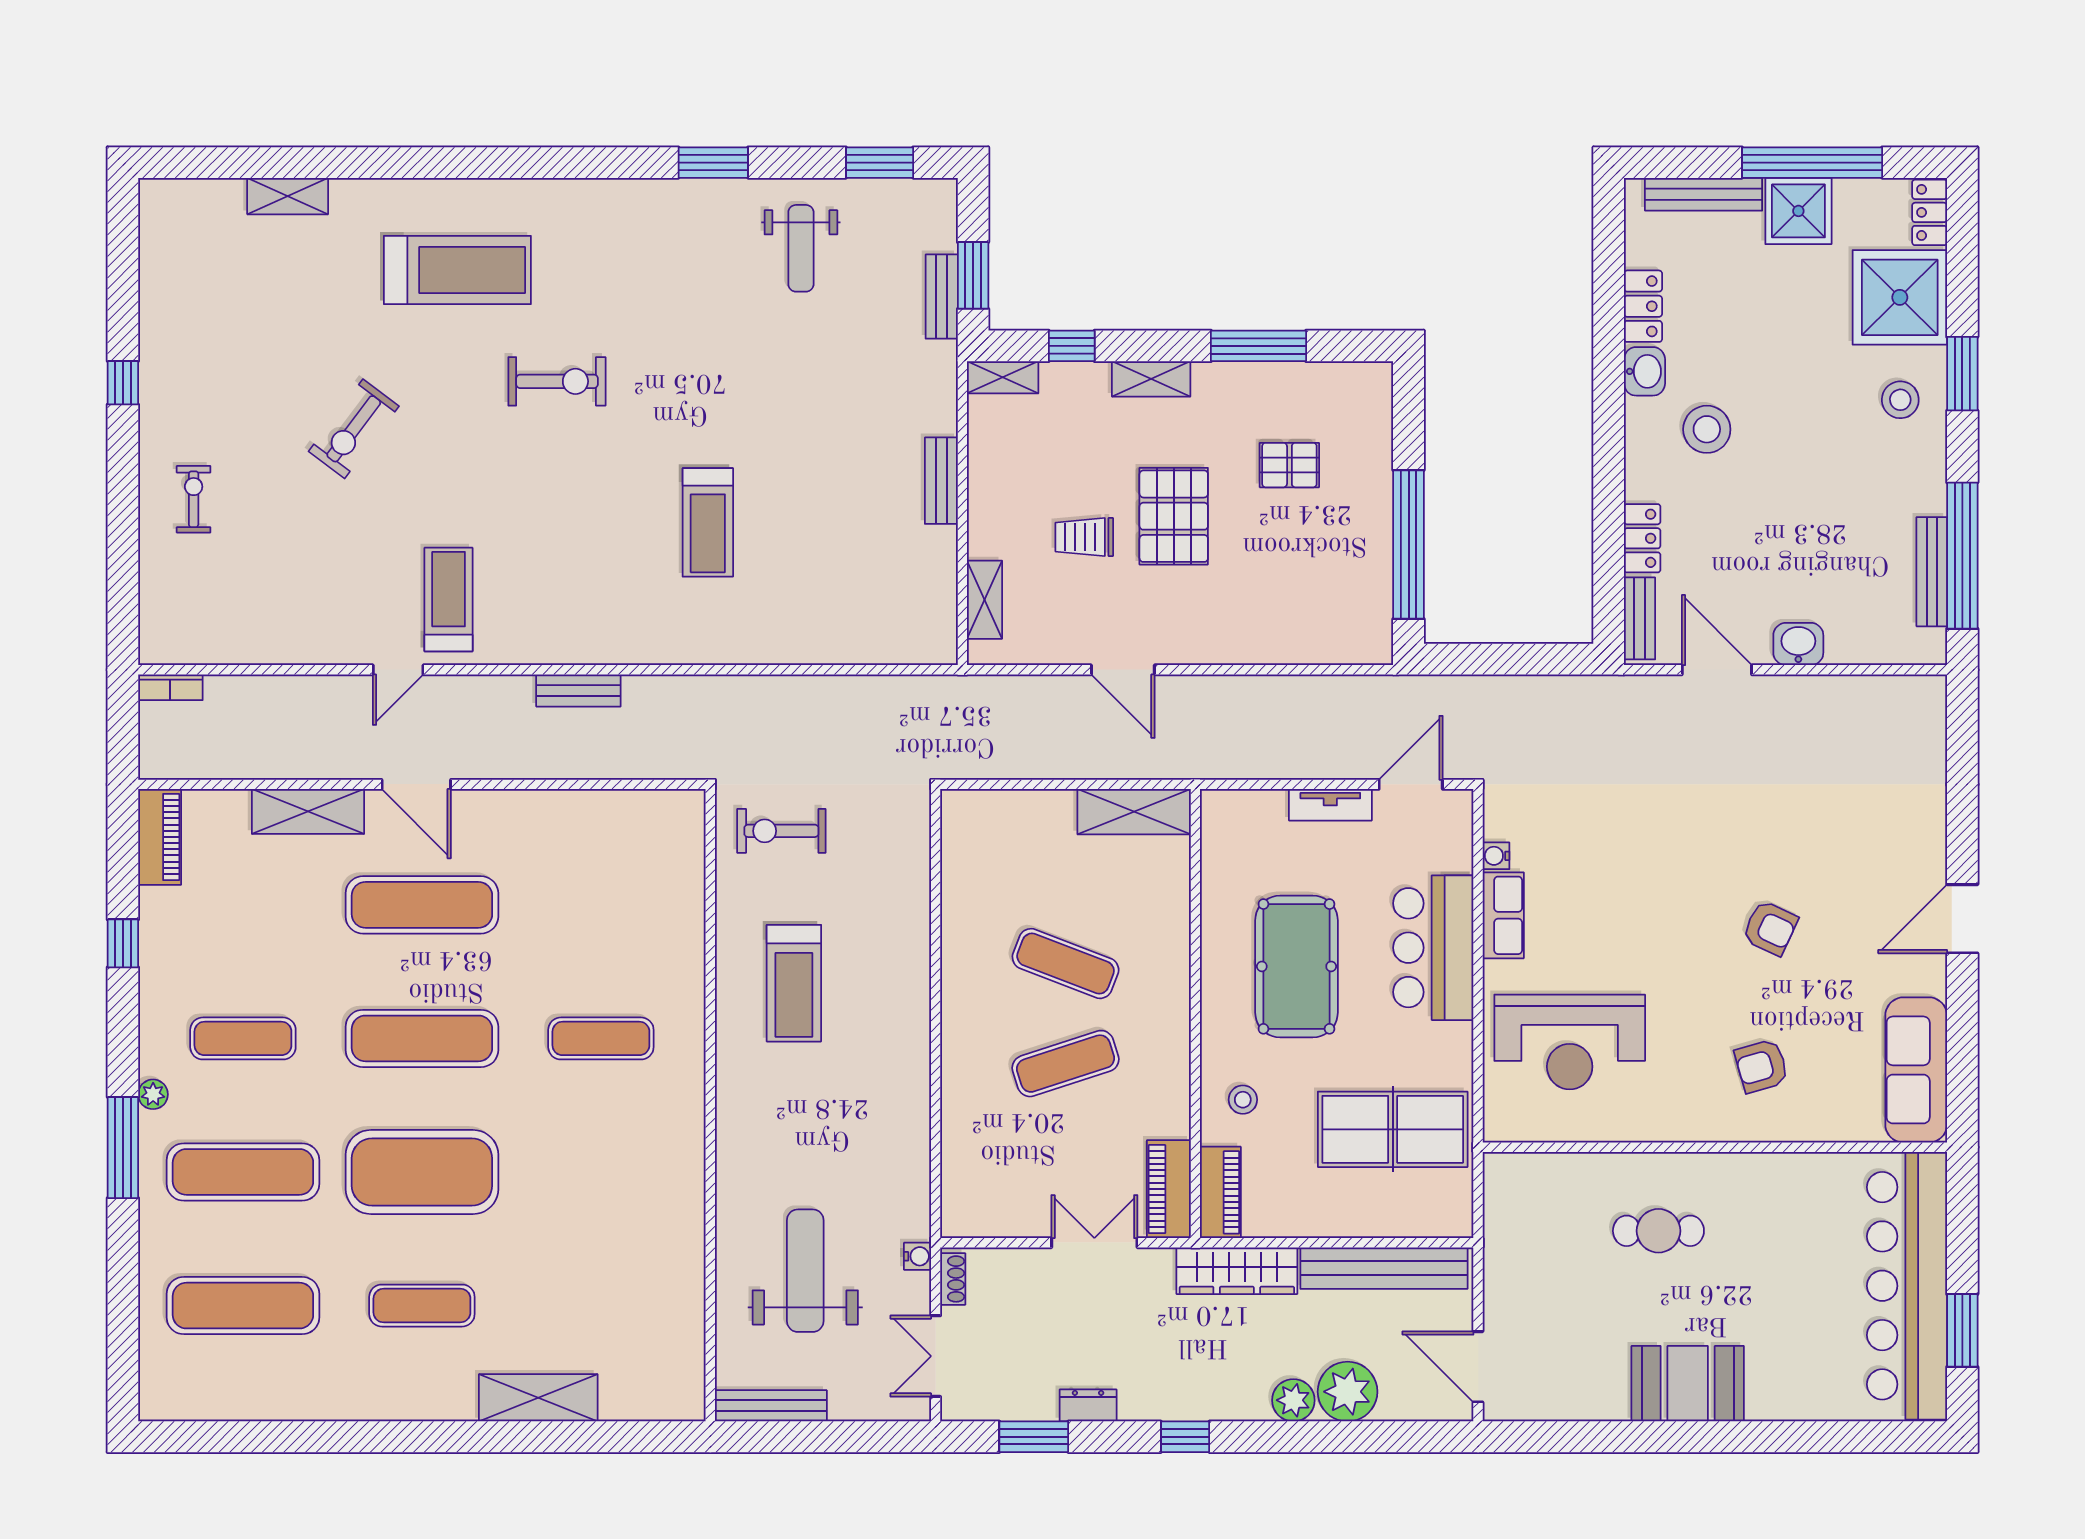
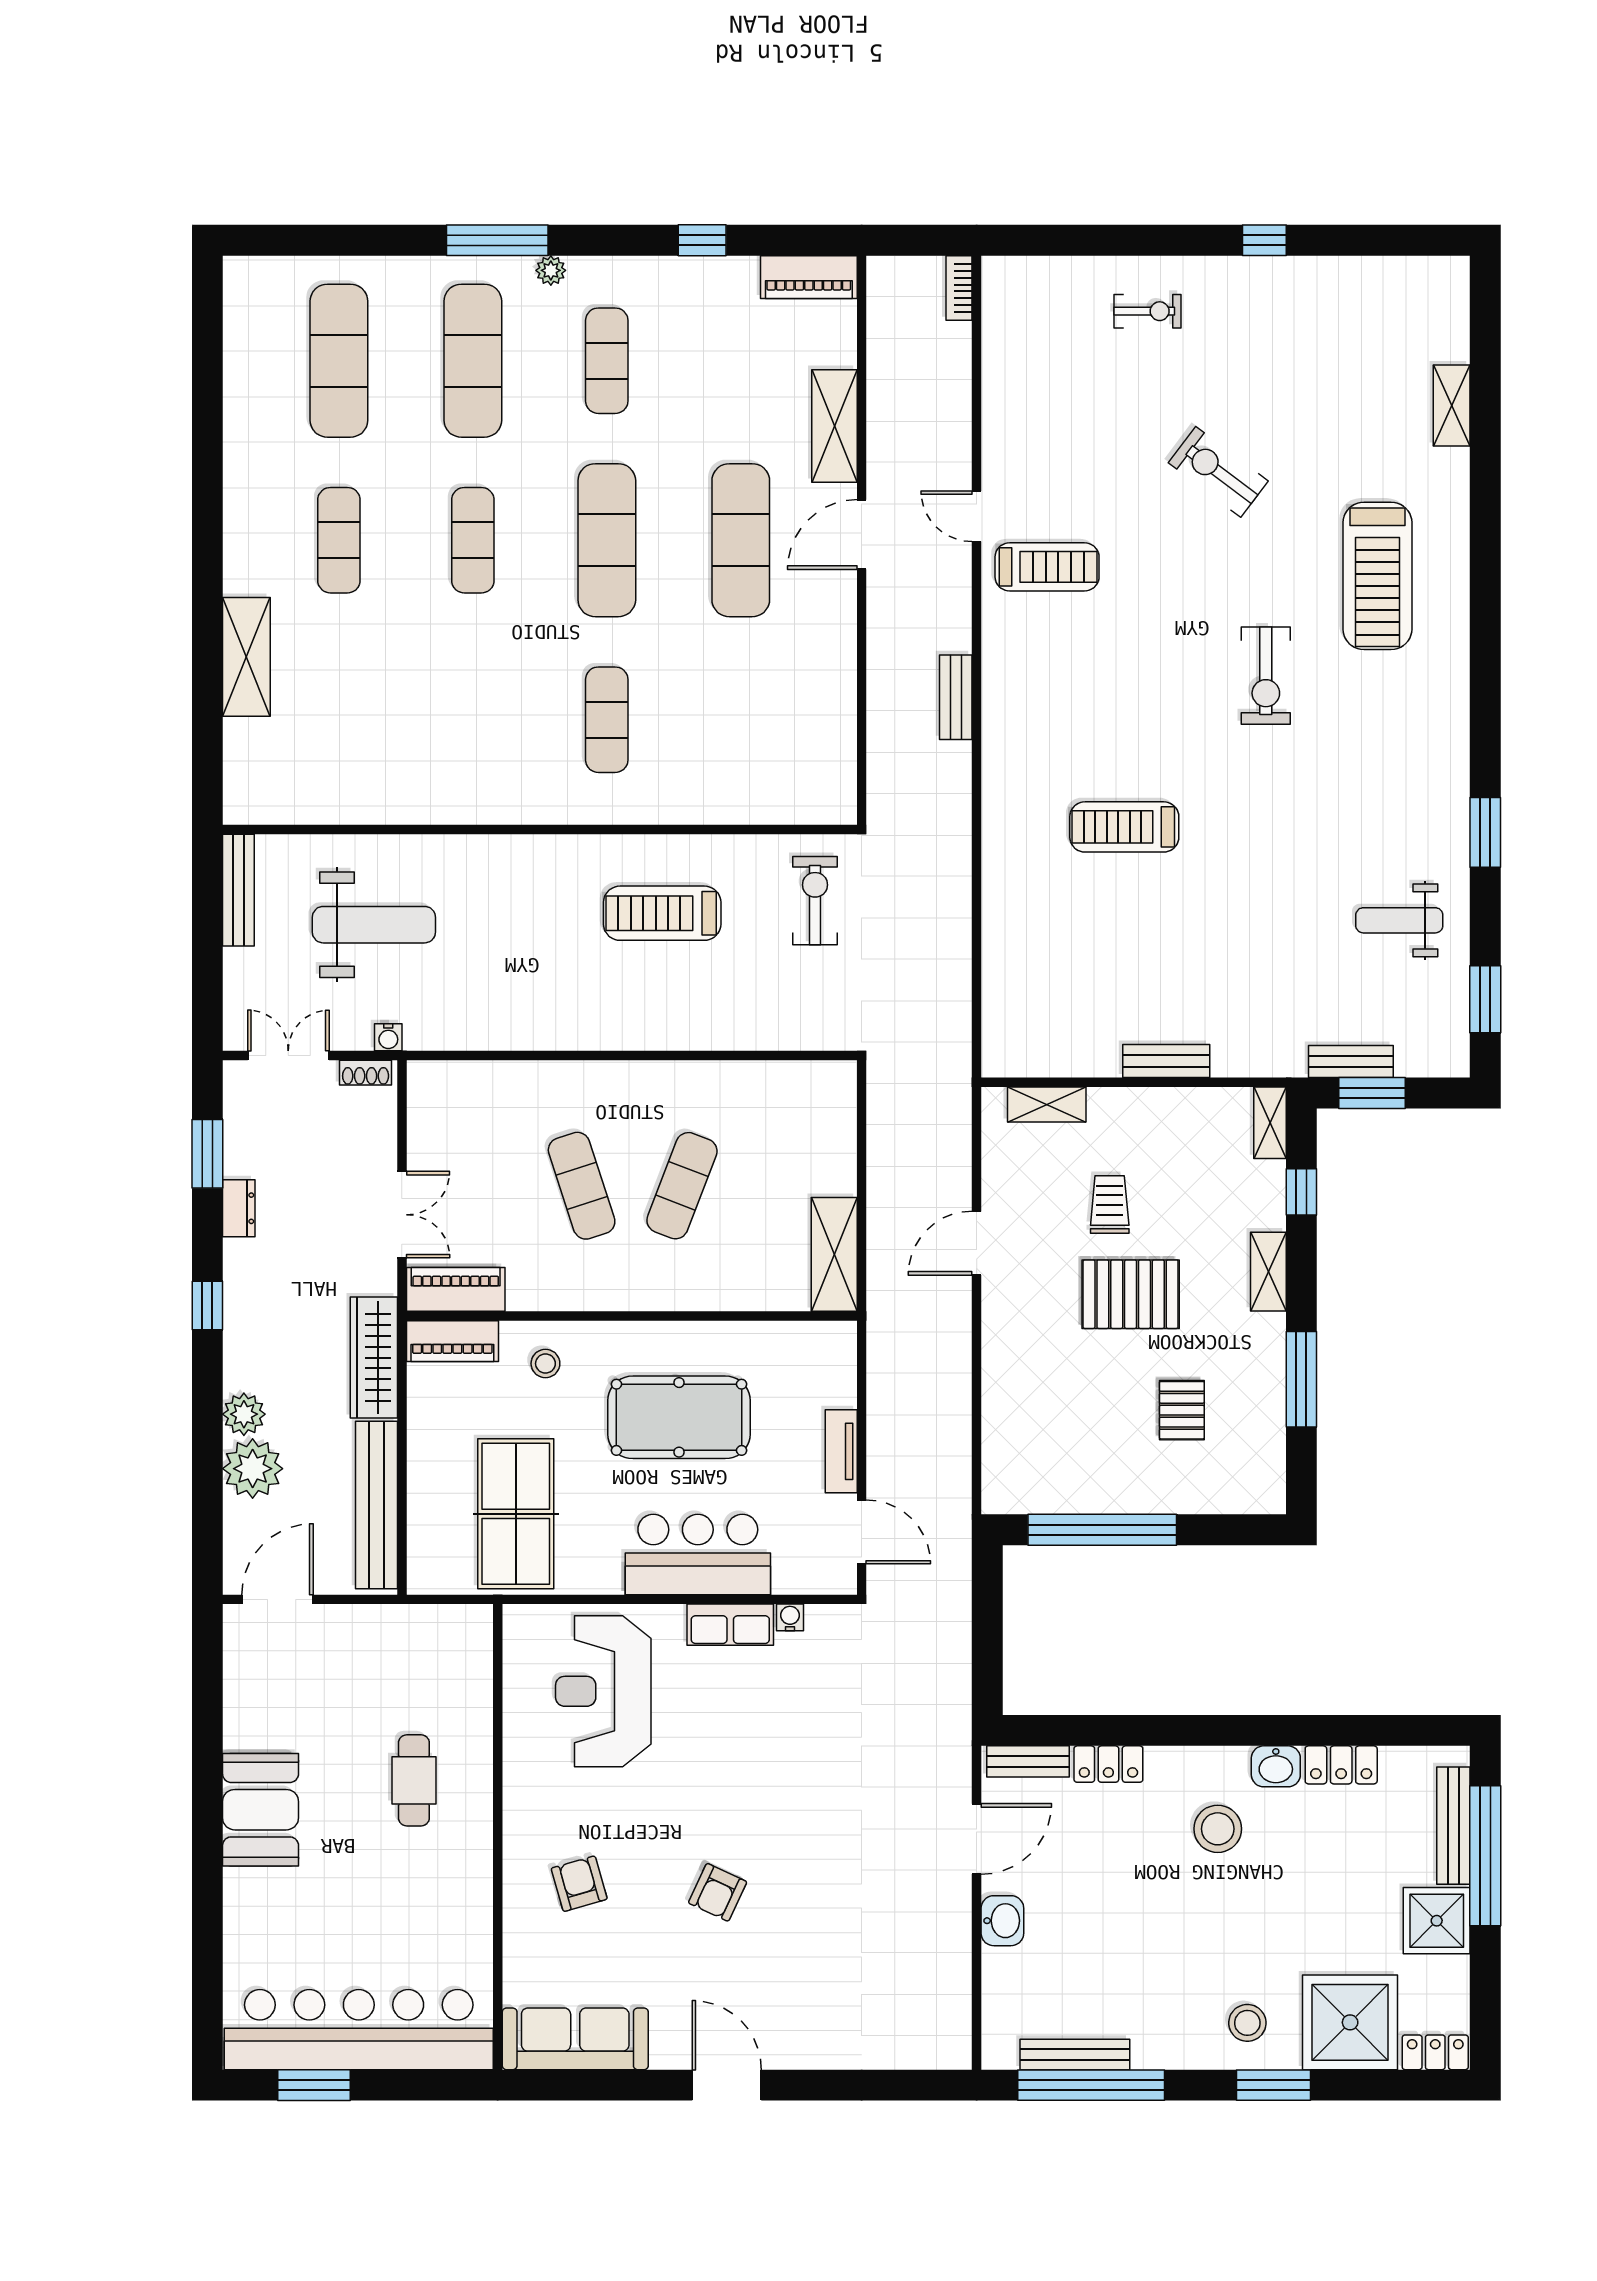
window: (1812, 163) -> (1485, 1856), moved
exercise mat: (422, 1172) -> (473, 540), width x0.50, depth x0.69

